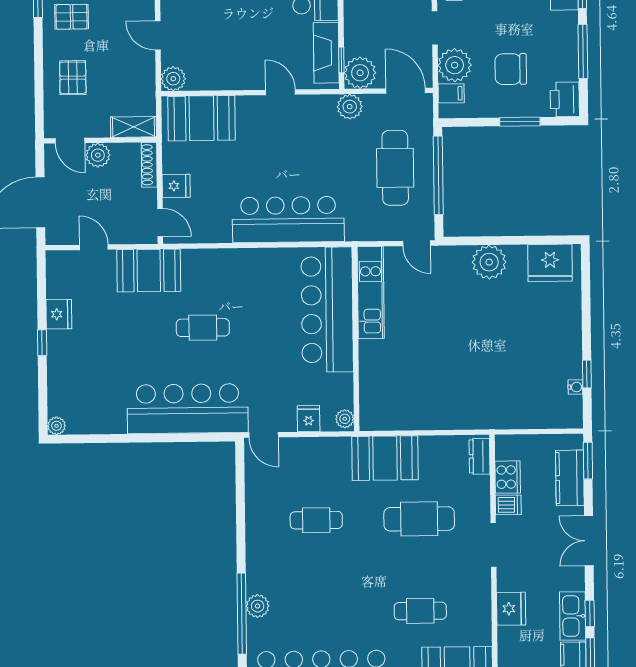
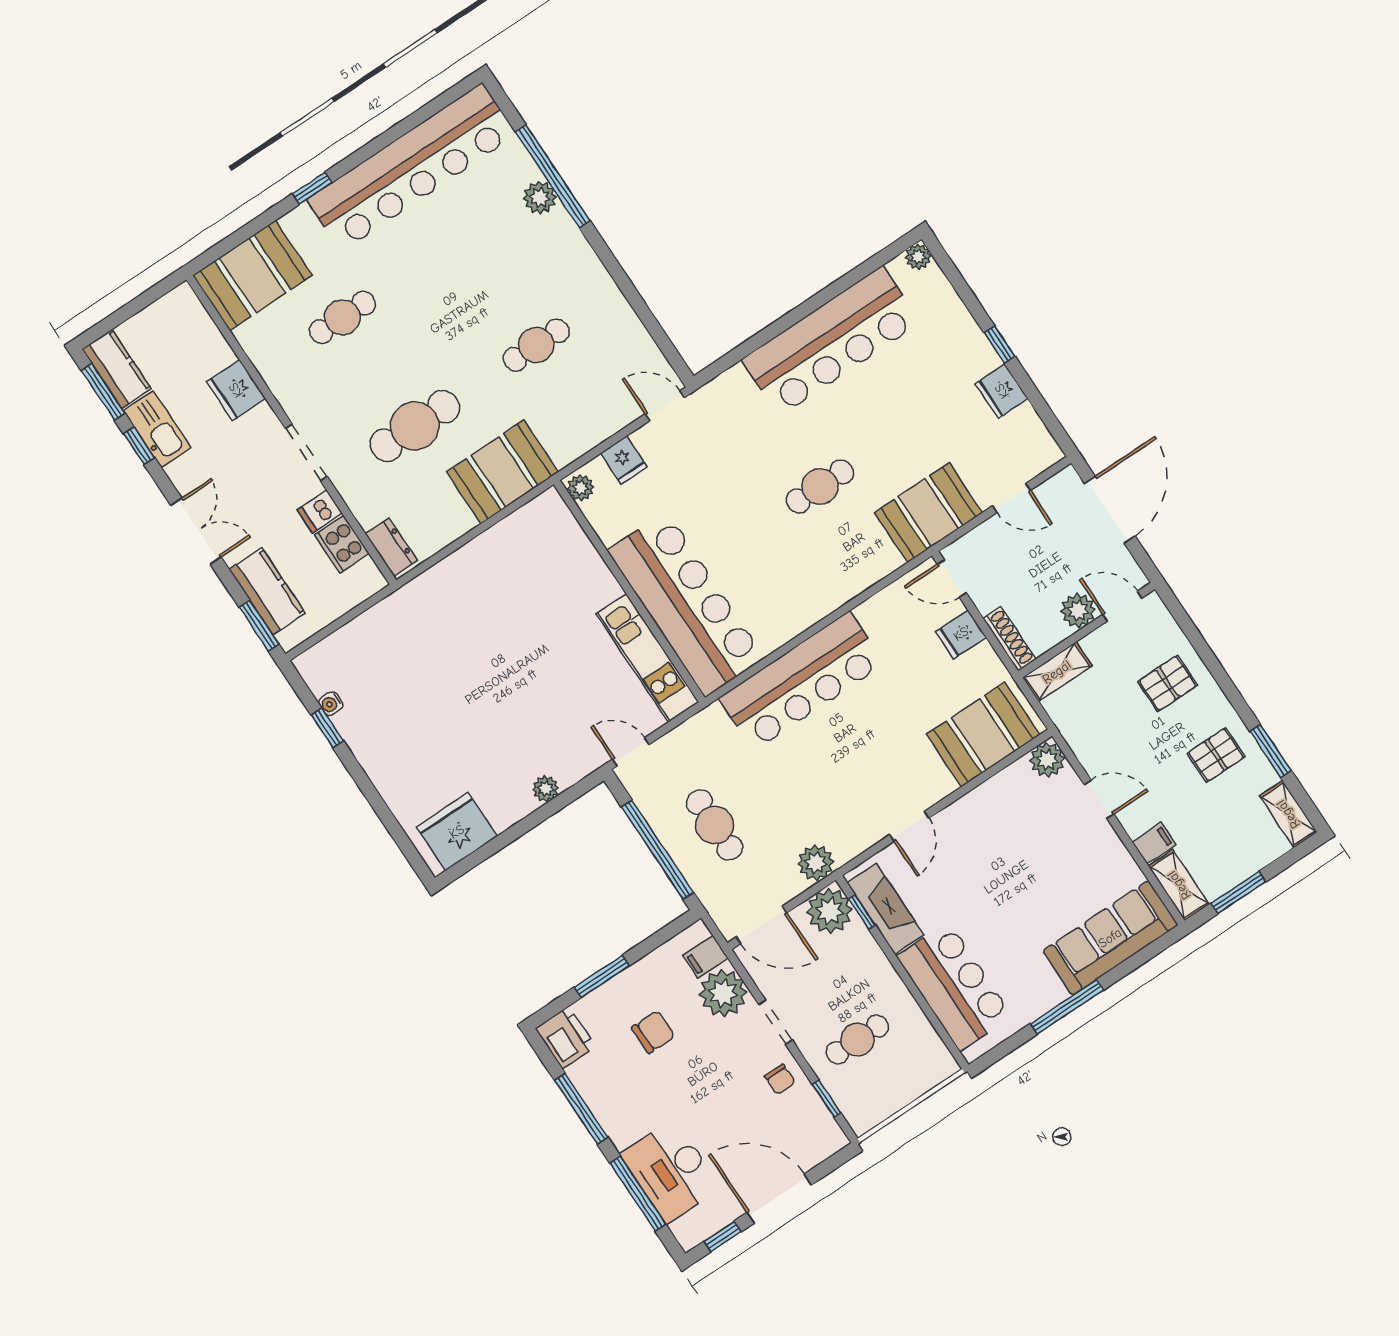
chair: (511, 69) -> (653, 1032), width x0.73, depth x0.73
pallet: (73, 78) -> (1168, 683), turned 90
door: (281, 92) -> (909, 826), hinge flipped
cafe table: (395, 168) -> (715, 825), width x0.73, depth x0.74
plant: (489, 262) -> (546, 789), width x0.53, depth x0.53
bar counter: (188, 409) -> (831, 341), moved

